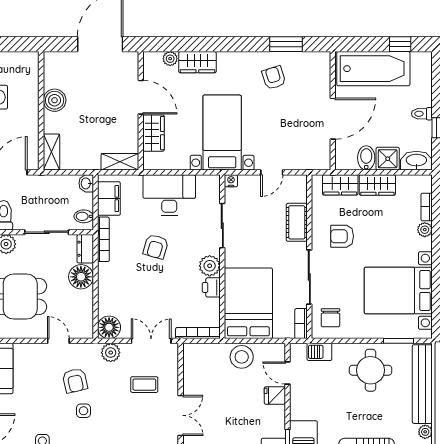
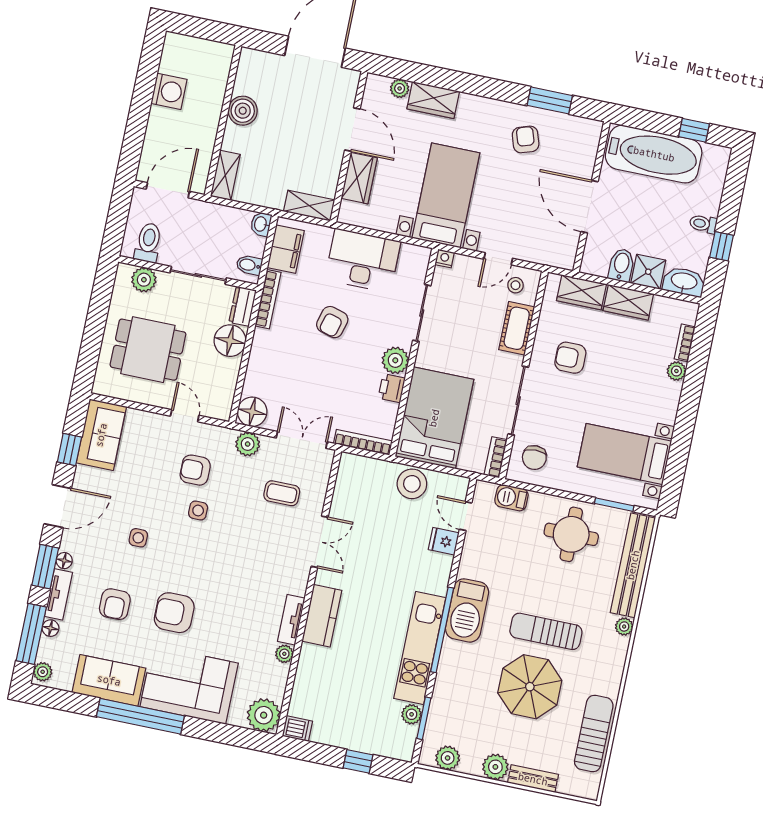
door: (333, 119) -> (589, 207), swing flipped
stool: (289, 190) -> (515, 285), added
bed with nightstands: (398, 291) -> (624, 454), width x0.73
armchair: (75, 381) -> (195, 470), turned 103

